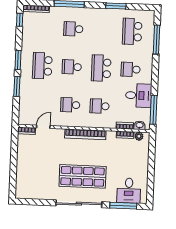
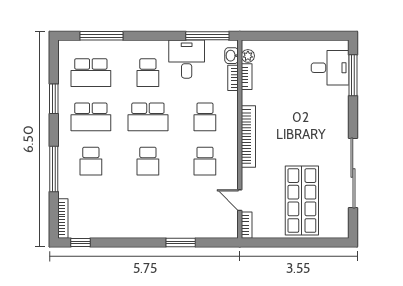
window: (18, 60) -> (141, 242), removed
school desk: (42, 66) -> (91, 117), moved
shop shelf: (83, 176) -> (302, 201), moved
sliding door: (79, 204) -> (353, 173), moved

